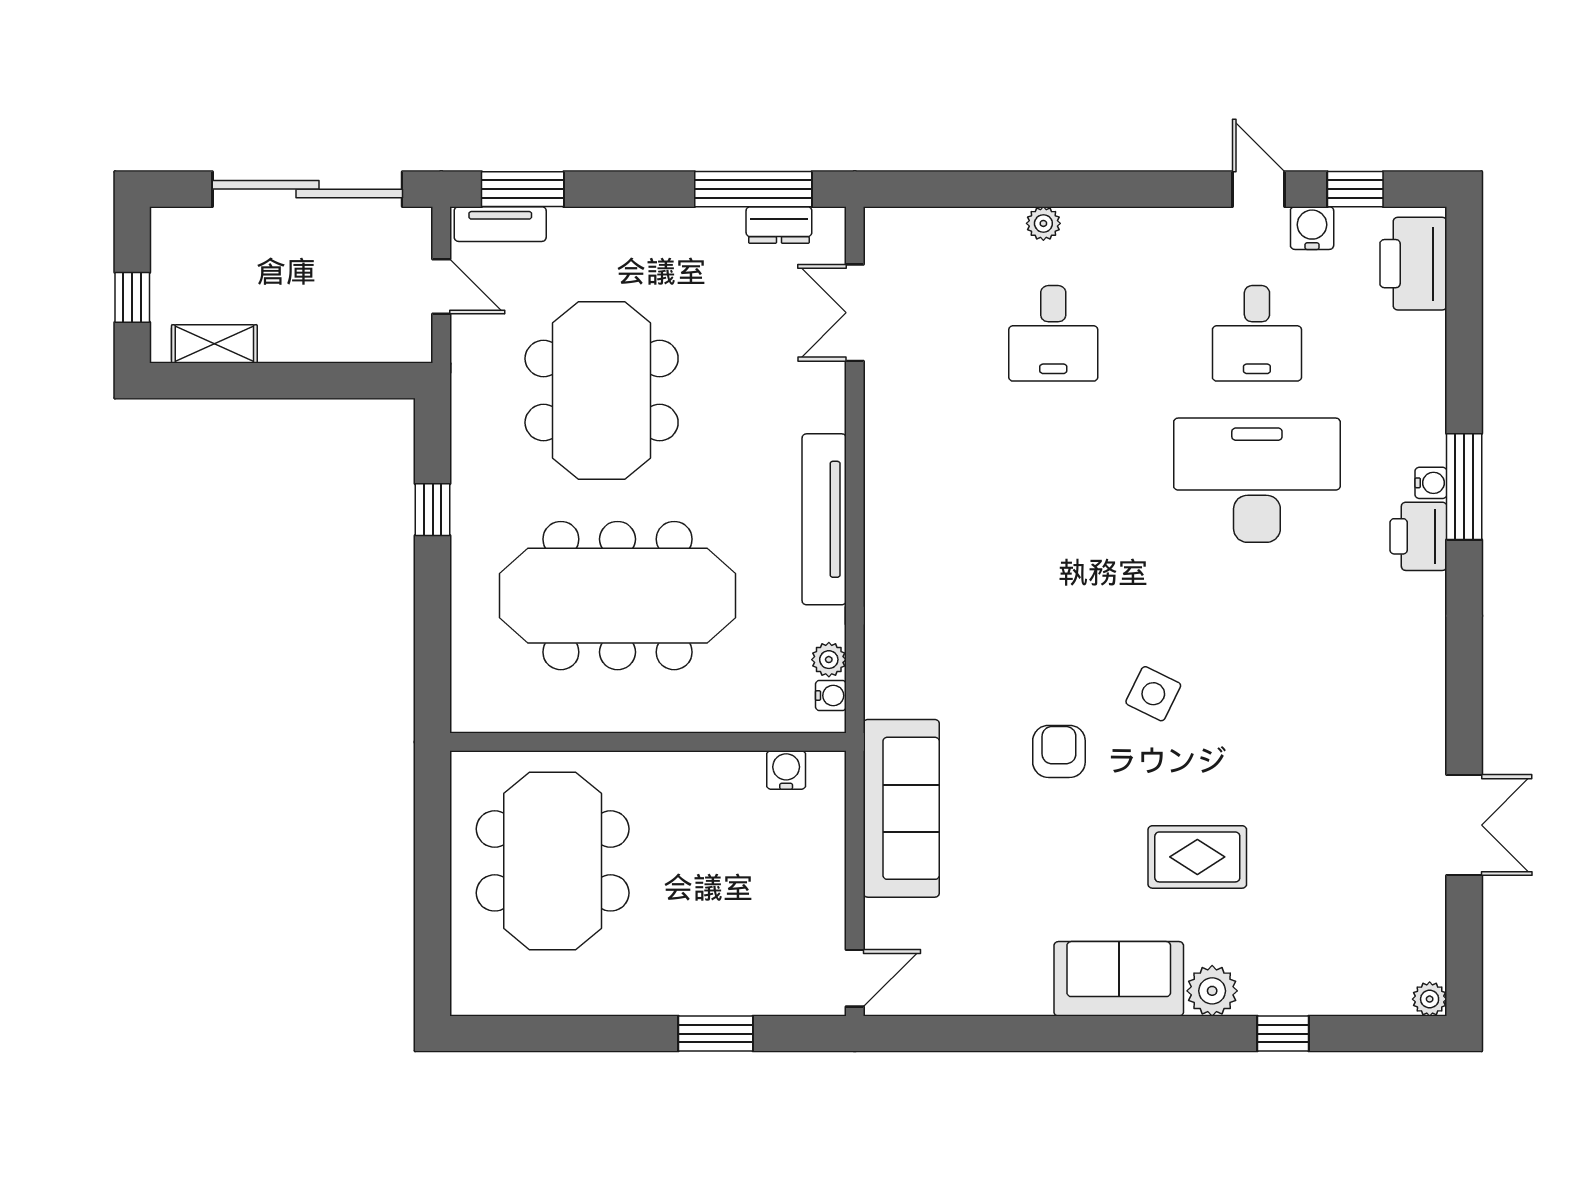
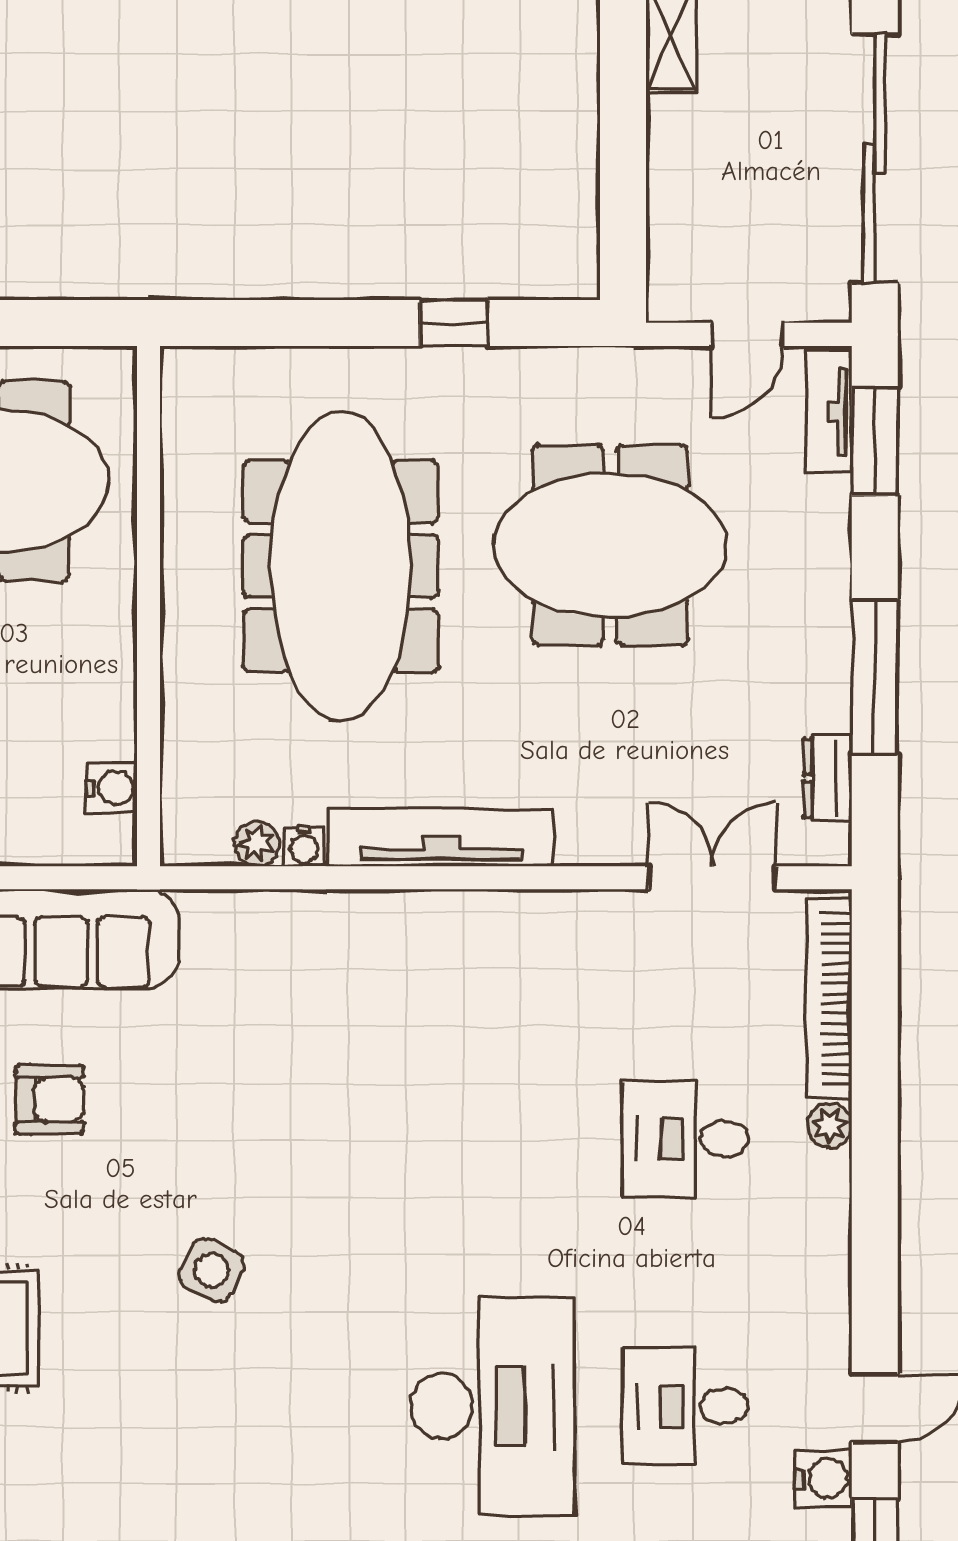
window: (753, 189) -> (875, 677), moved
bookcase: (947, 224) -> (829, 999), added
water cooler: (831, 696) -> (304, 846), moved
armchair: (1059, 751) -> (50, 1100), moved

